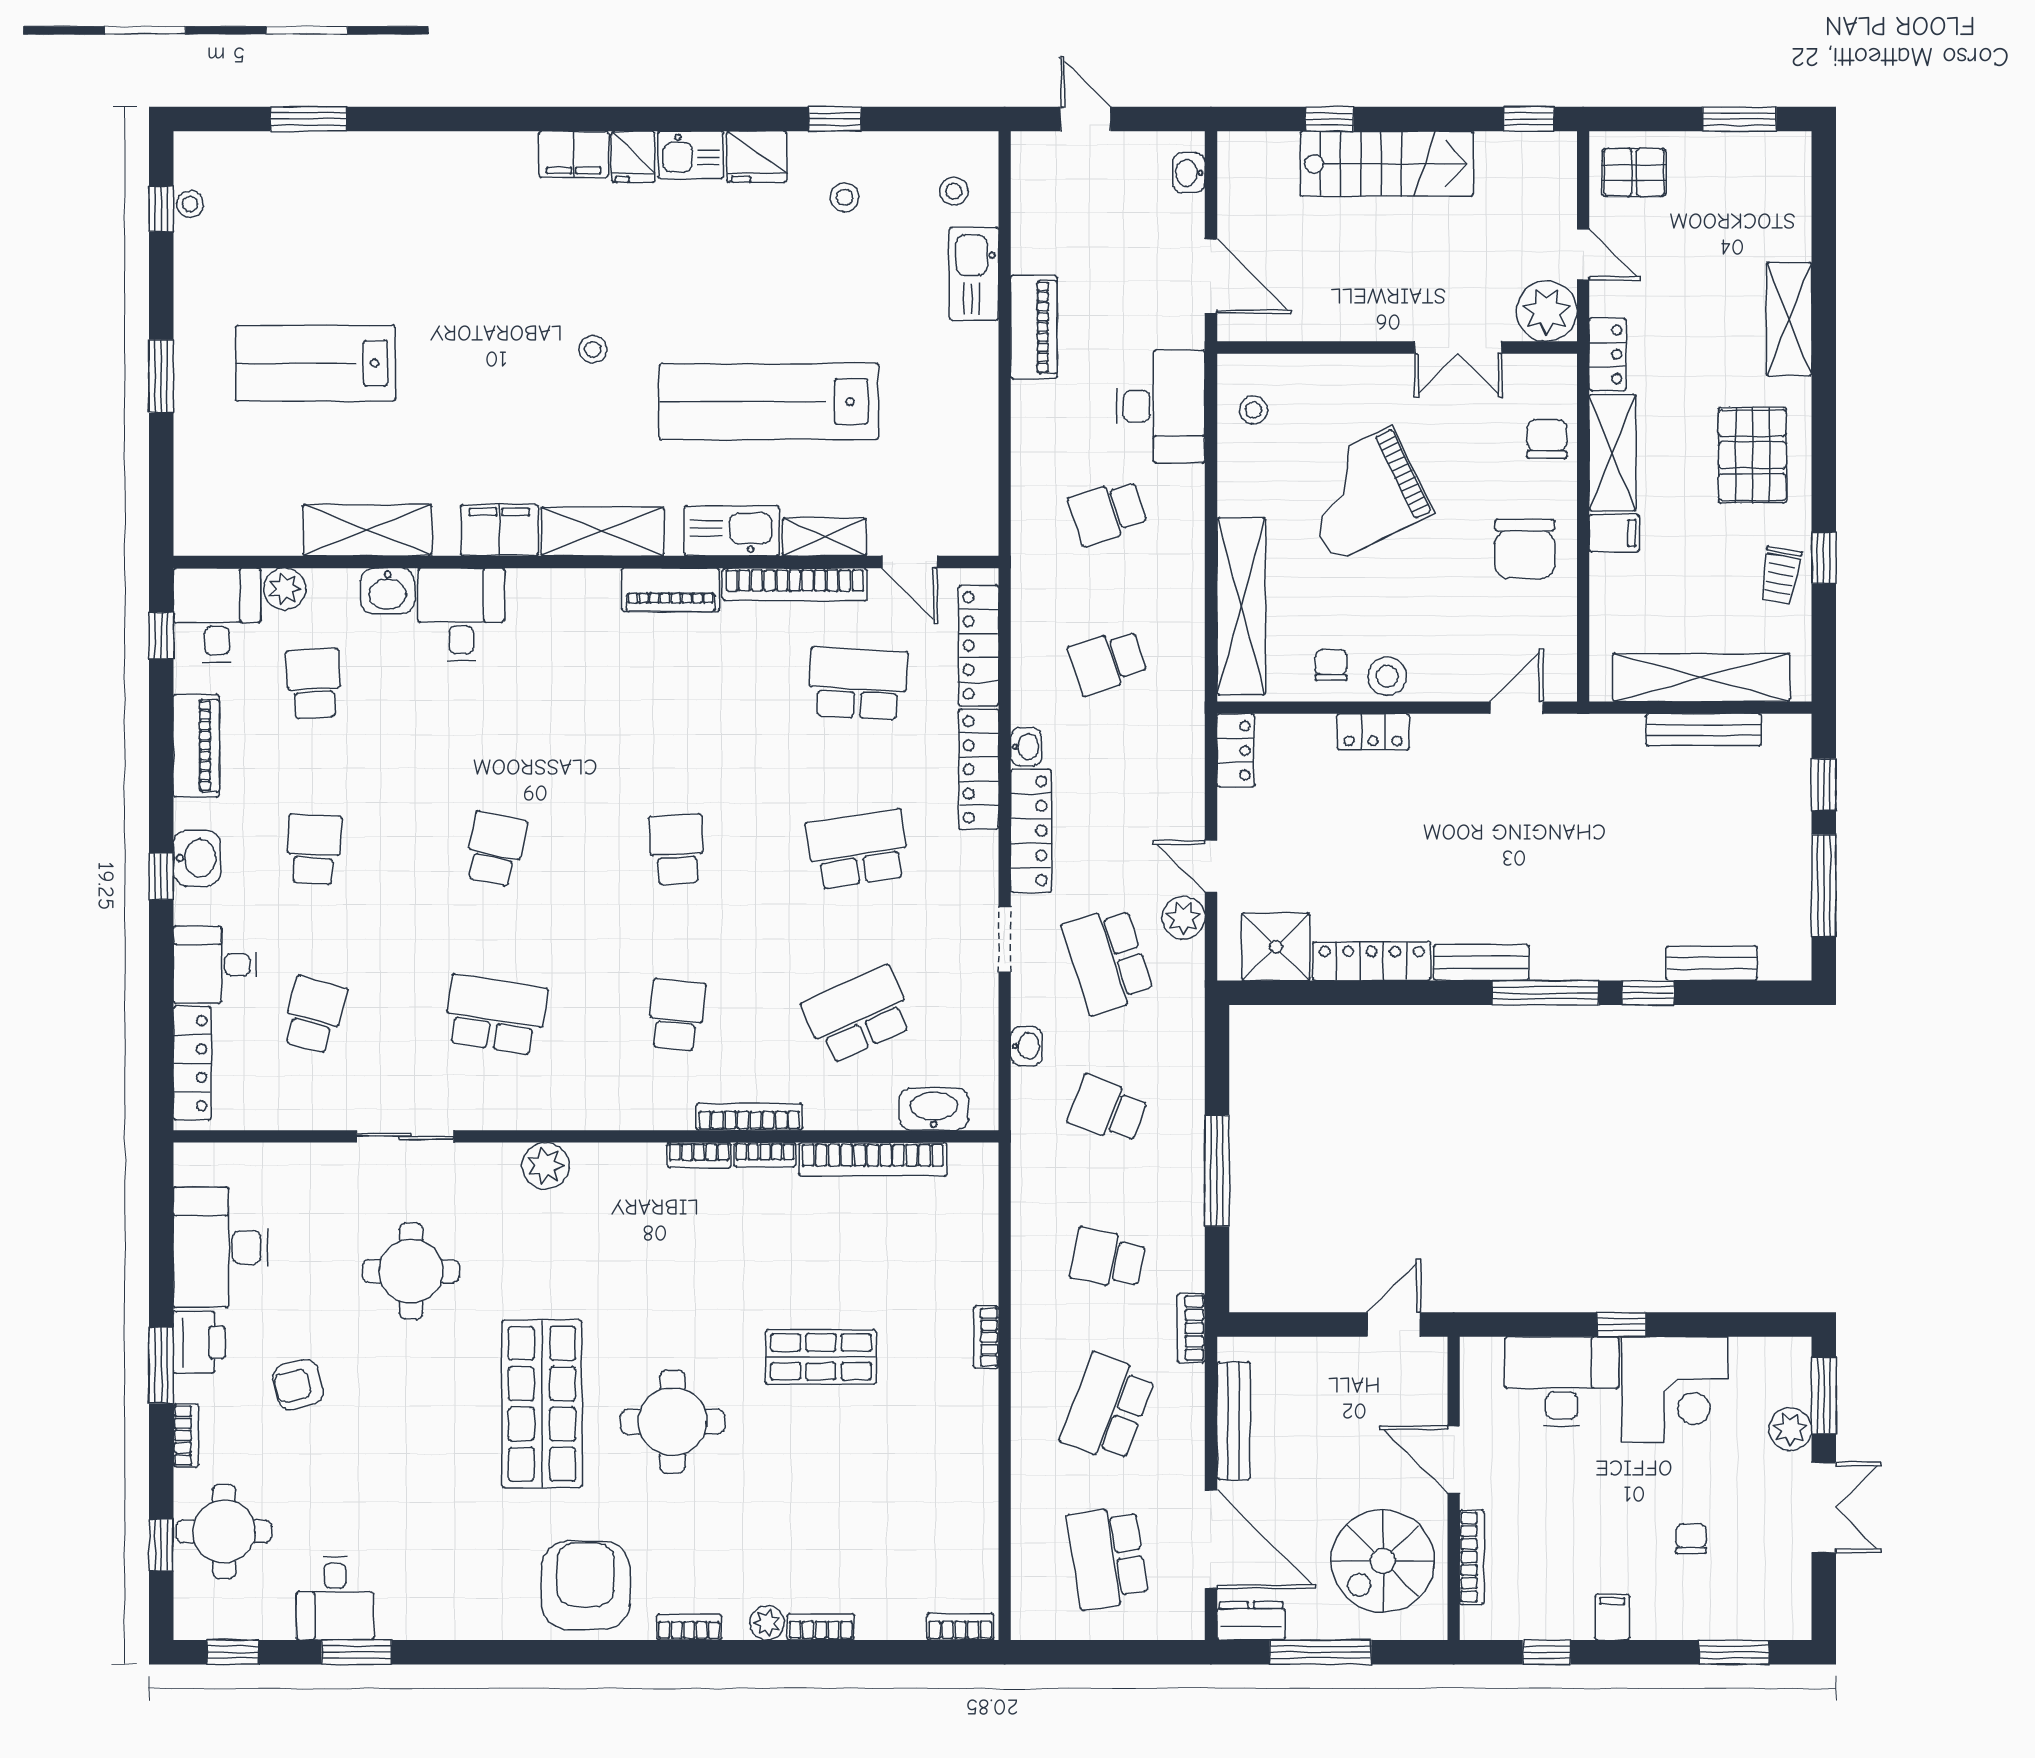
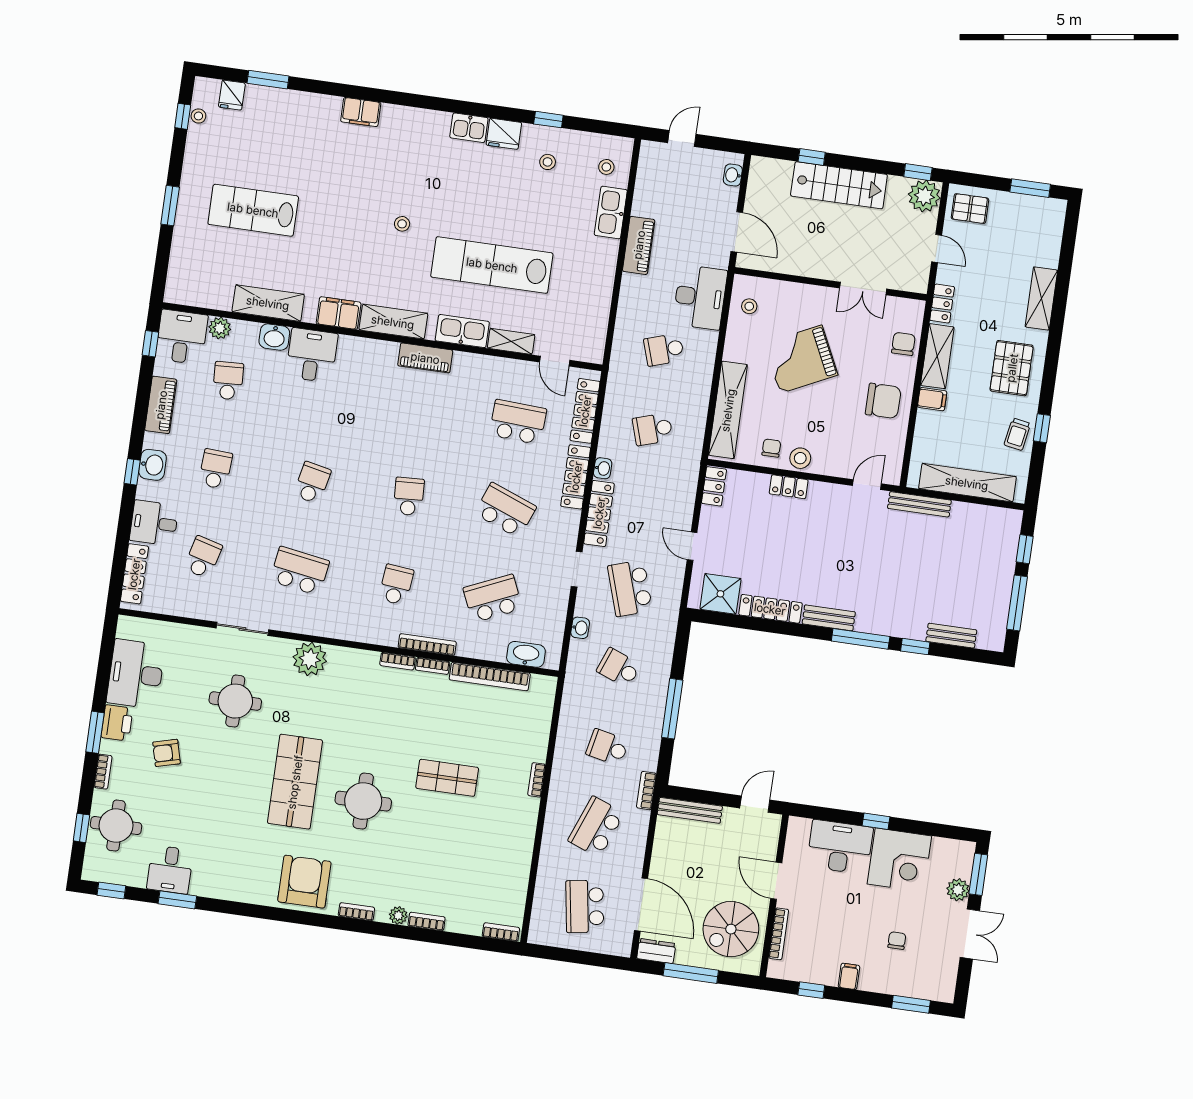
door: (1086, 119) -> (682, 139), hinge flipped
filing cabinet: (574, 154) -> (361, 112), moved
fridge: (633, 157) -> (232, 95), moved
plant: (1547, 311) -> (924, 196), moved
chair: (1525, 549) -> (883, 401), turned -90
bookcase: (795, 584) -> (492, 364), removed
bench: (1704, 730) -> (919, 504), moved
school desk: (858, 849) -> (505, 510), turned 30
plant: (1183, 918) -> (673, 571), removed
plant: (546, 1166) -> (310, 659), width x1.36, depth x1.36
bench: (1234, 1421) -> (690, 810), moved, turned 90

